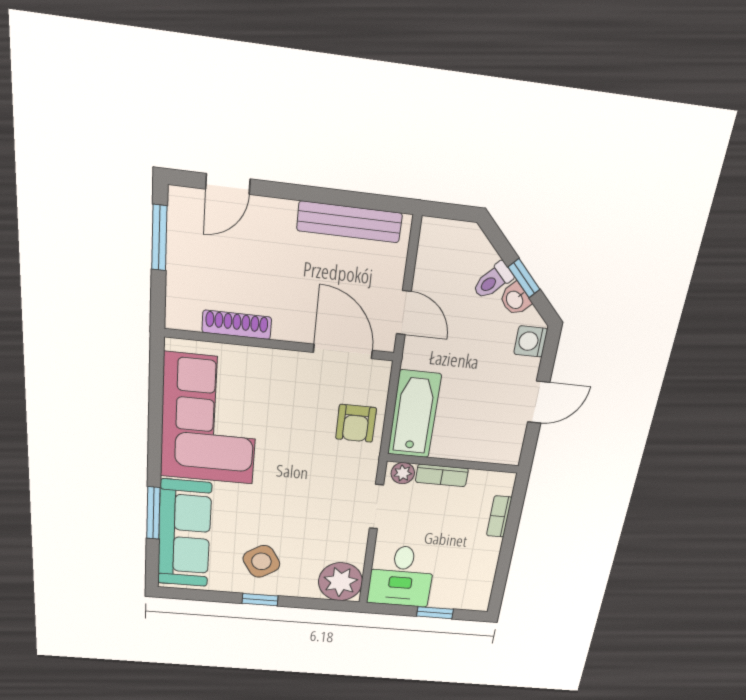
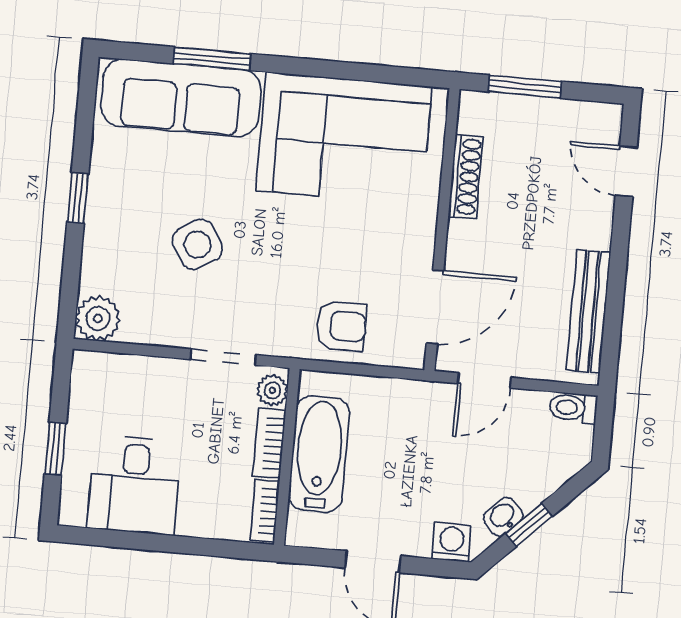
window: (159, 238) -> (525, 87), moved
toilet: (493, 281) -> (573, 408), moved, turned -45
bathtub: (414, 414) -> (319, 454), moved, turned -90
armchair: (356, 423) -> (341, 326), turned 180
bookcase: (499, 516) -> (265, 511), moved, turned -90
side table: (261, 561) -> (197, 245), moved
desk: (401, 576) -> (134, 485), moved, turned -90
plant: (340, 582) -> (98, 318), width x0.73, depth x0.73

